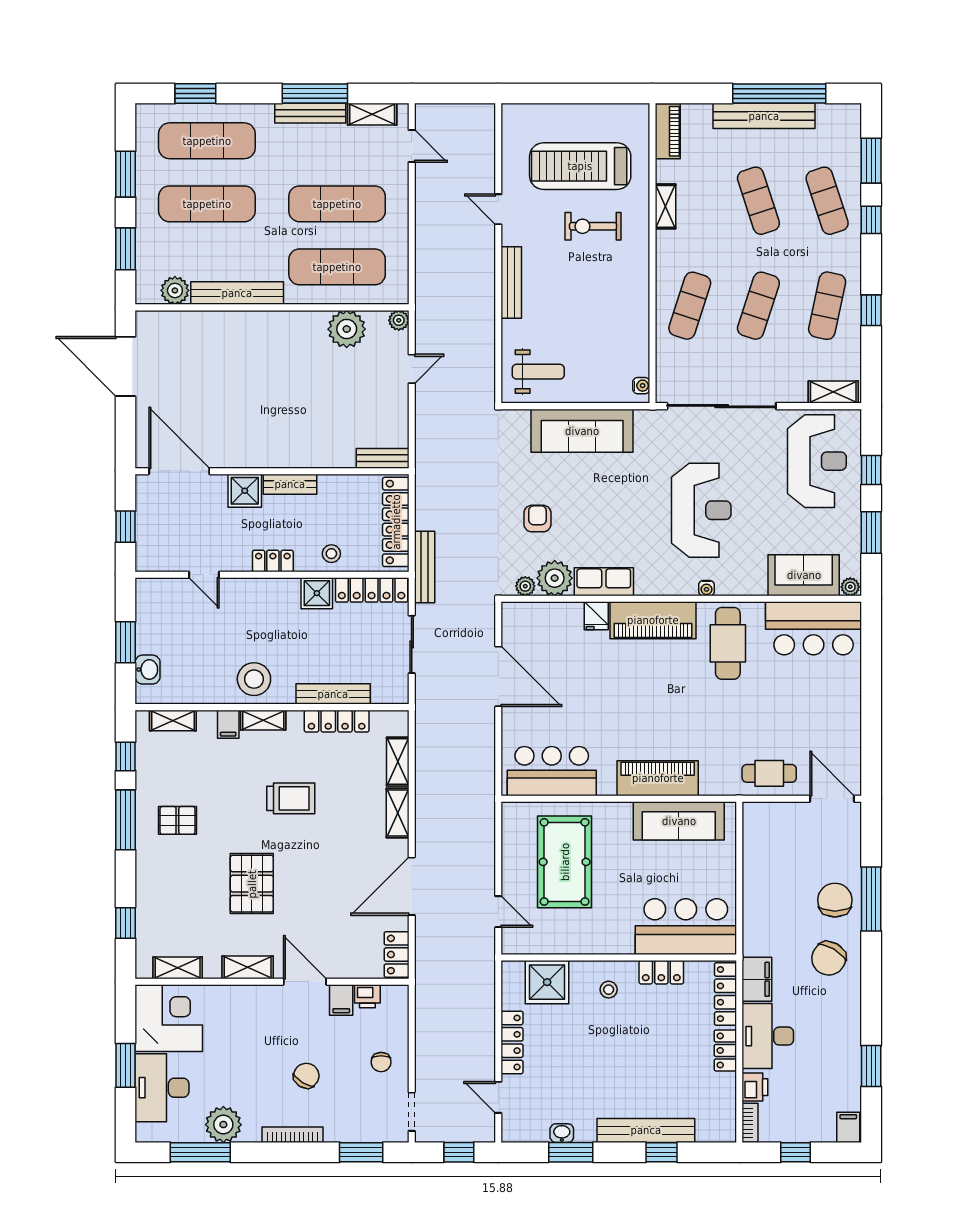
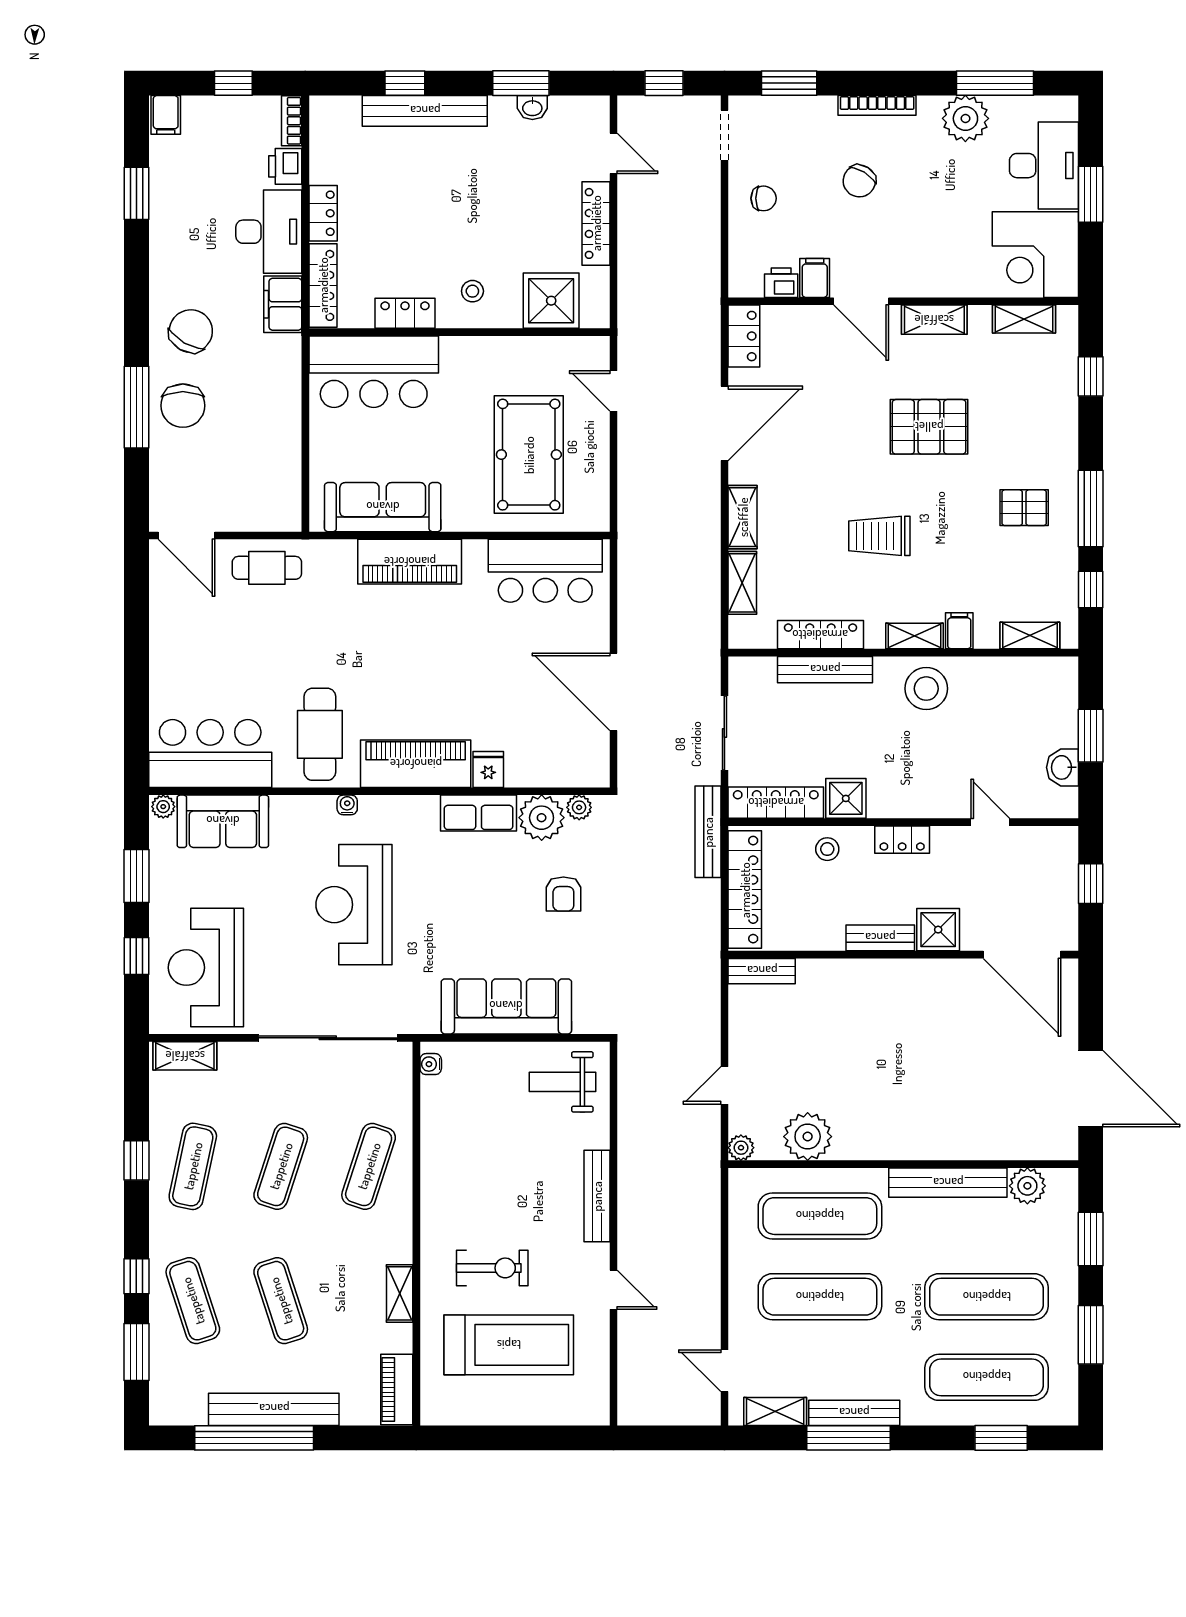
washbasin: (148, 670) -> (1062, 767), moved
pallet: (252, 884) -> (929, 427), turned 90
chair: (381, 1062) -> (764, 198), turned 90

